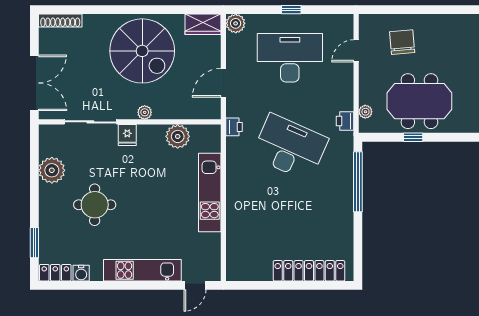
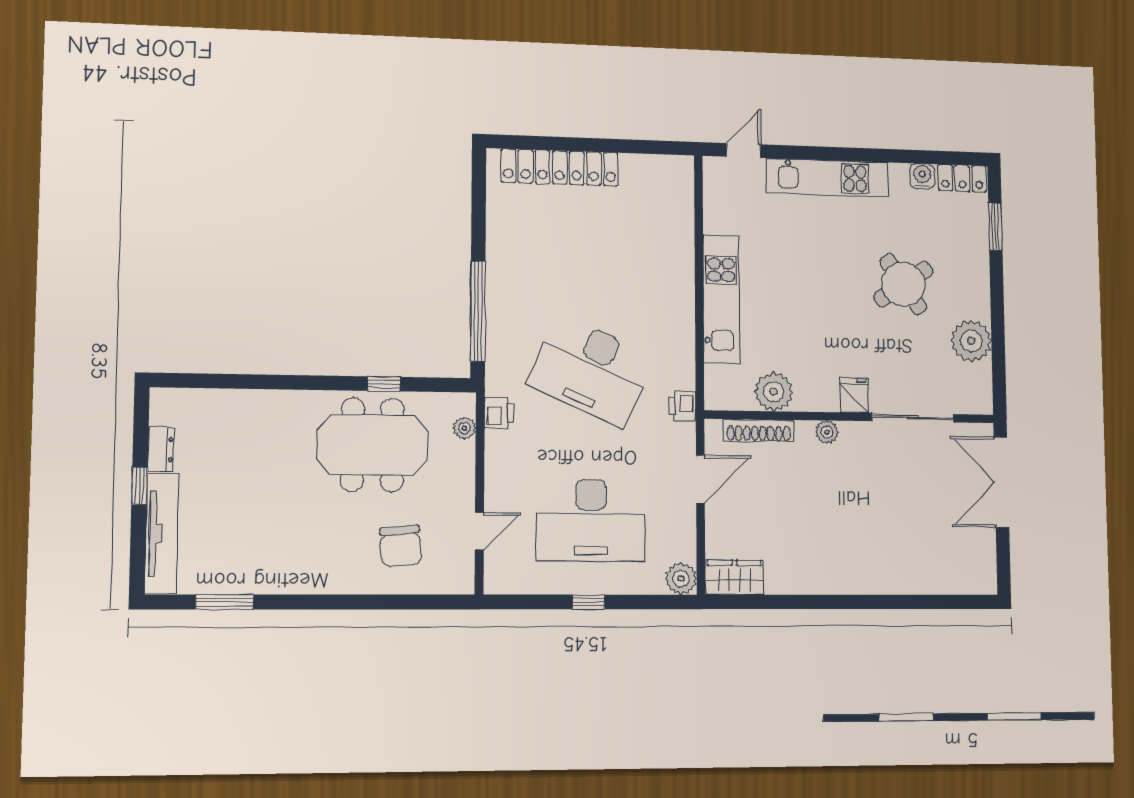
shoe rack: (60, 20) -> (759, 430), moved, turned 180
spiral stairs: (142, 51) -> (832, 533), removed
round table: (95, 205) -> (903, 284), turned -34

